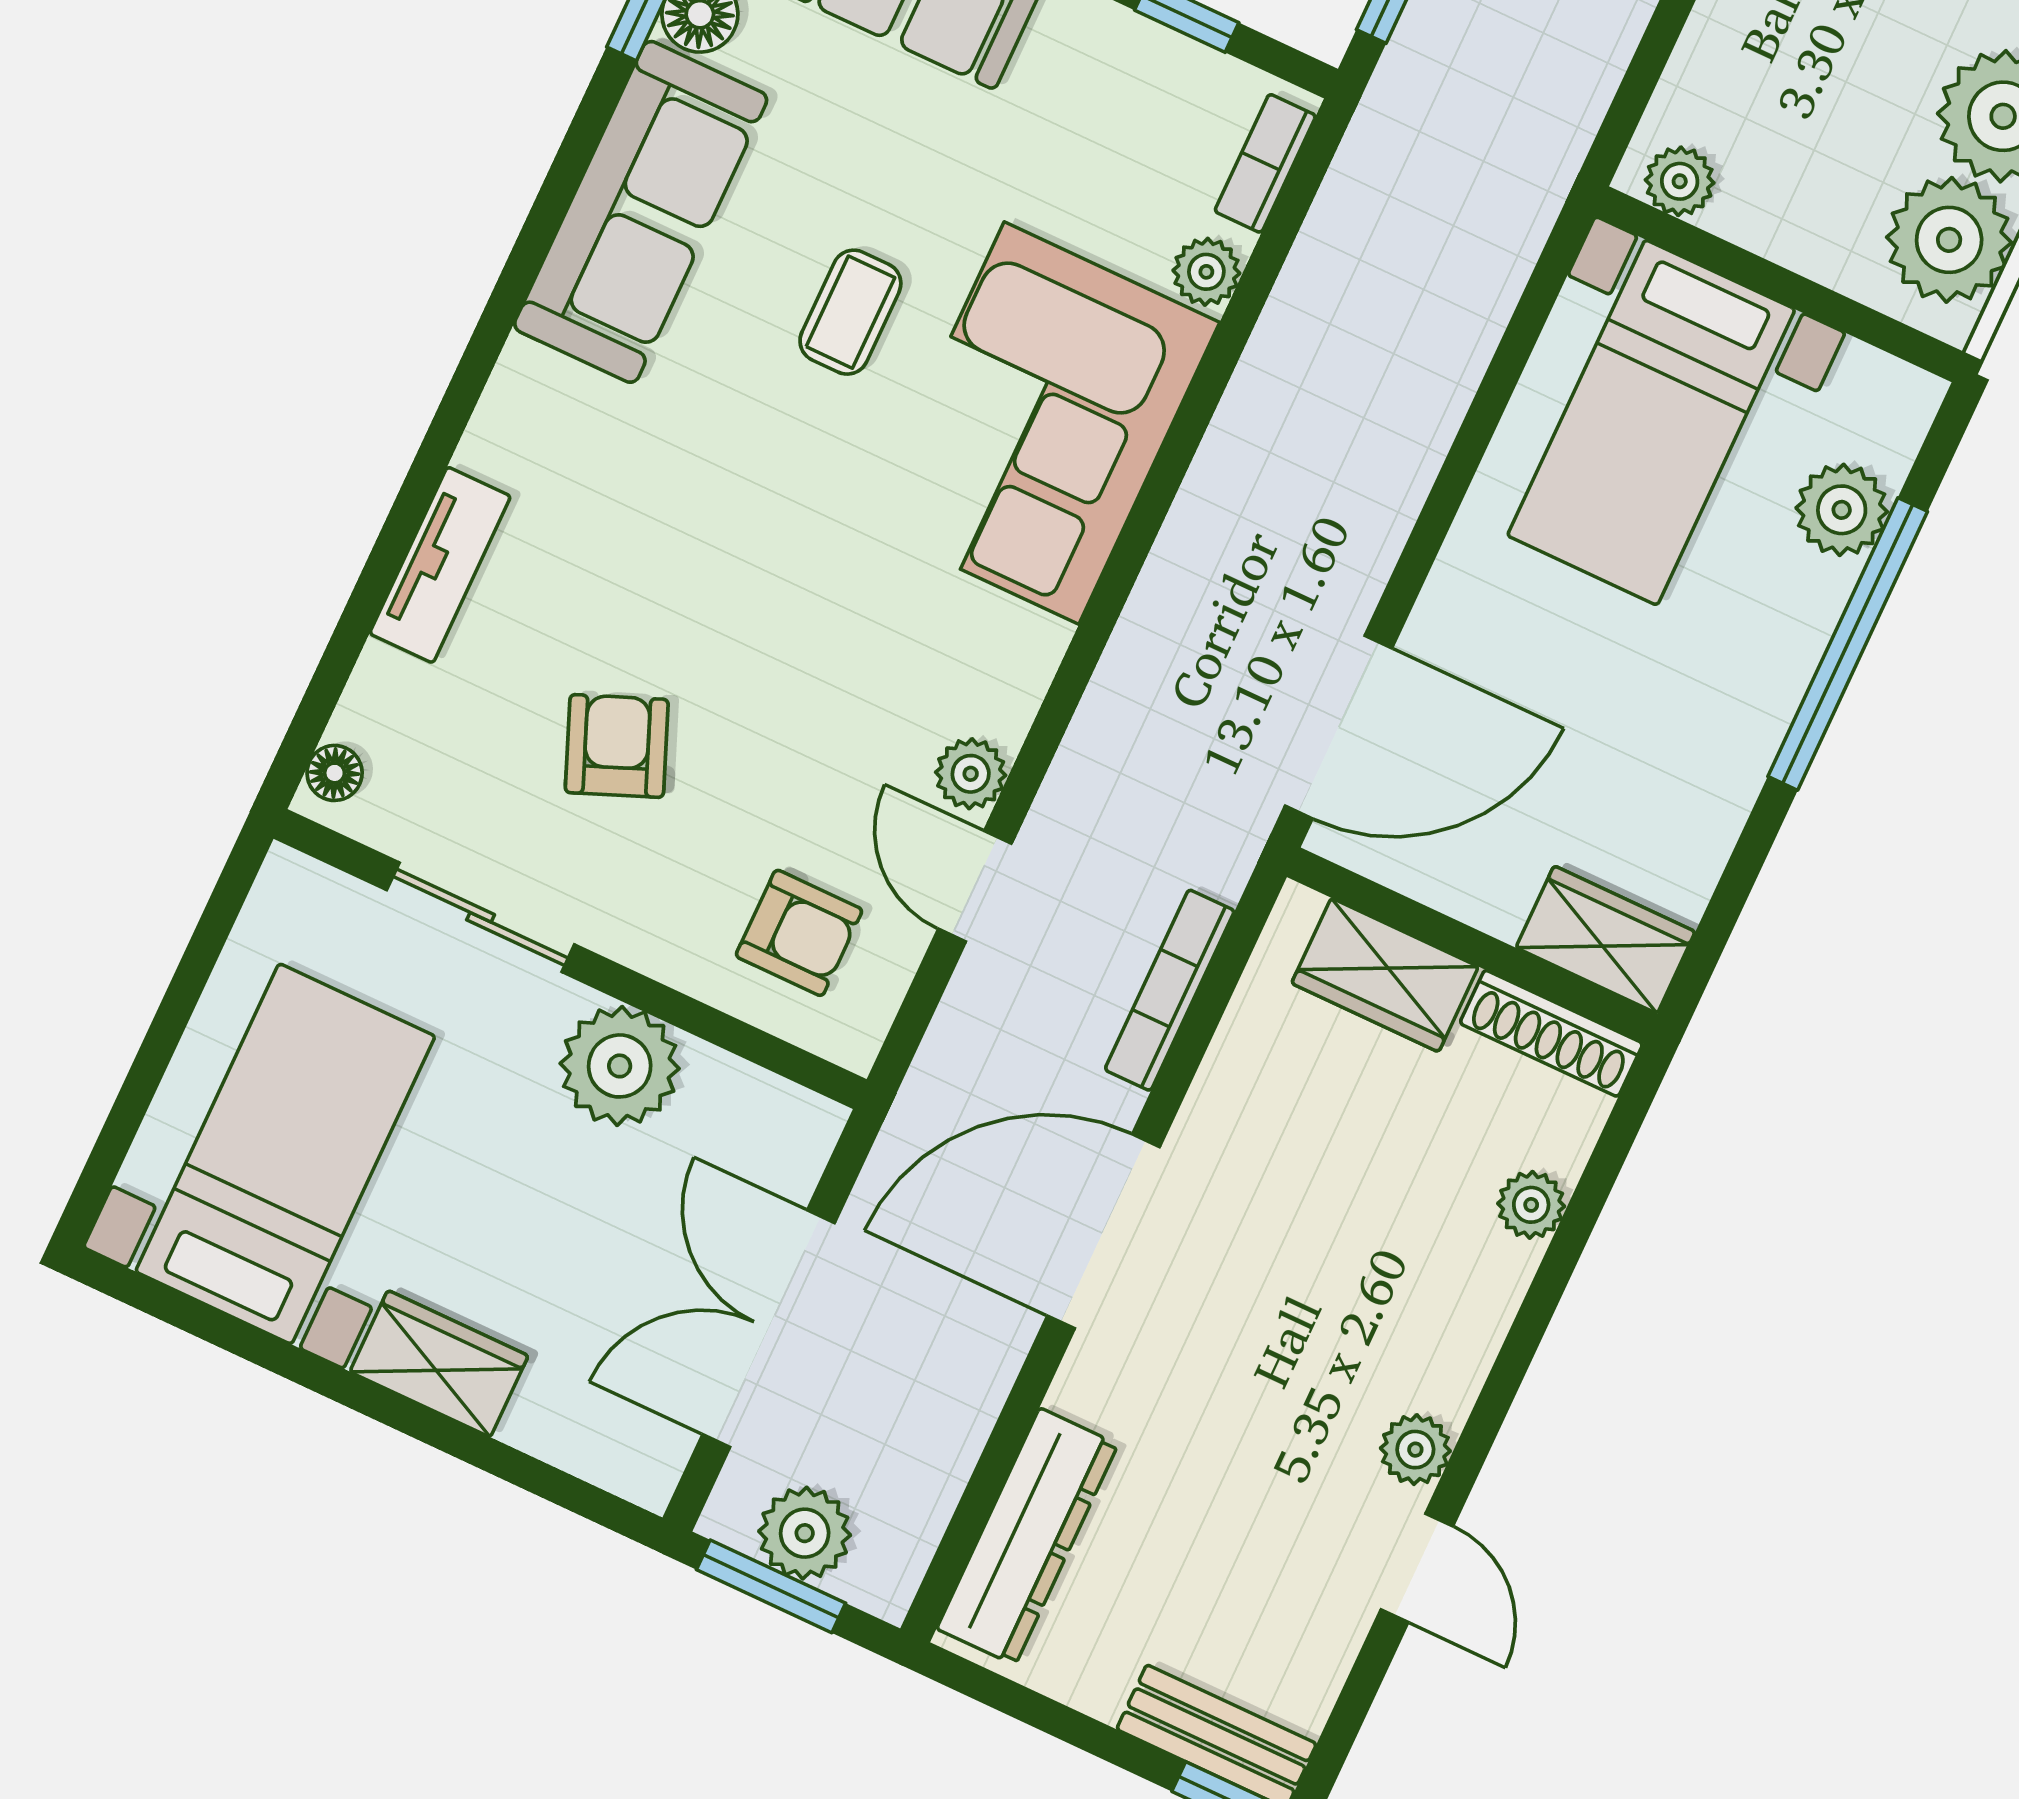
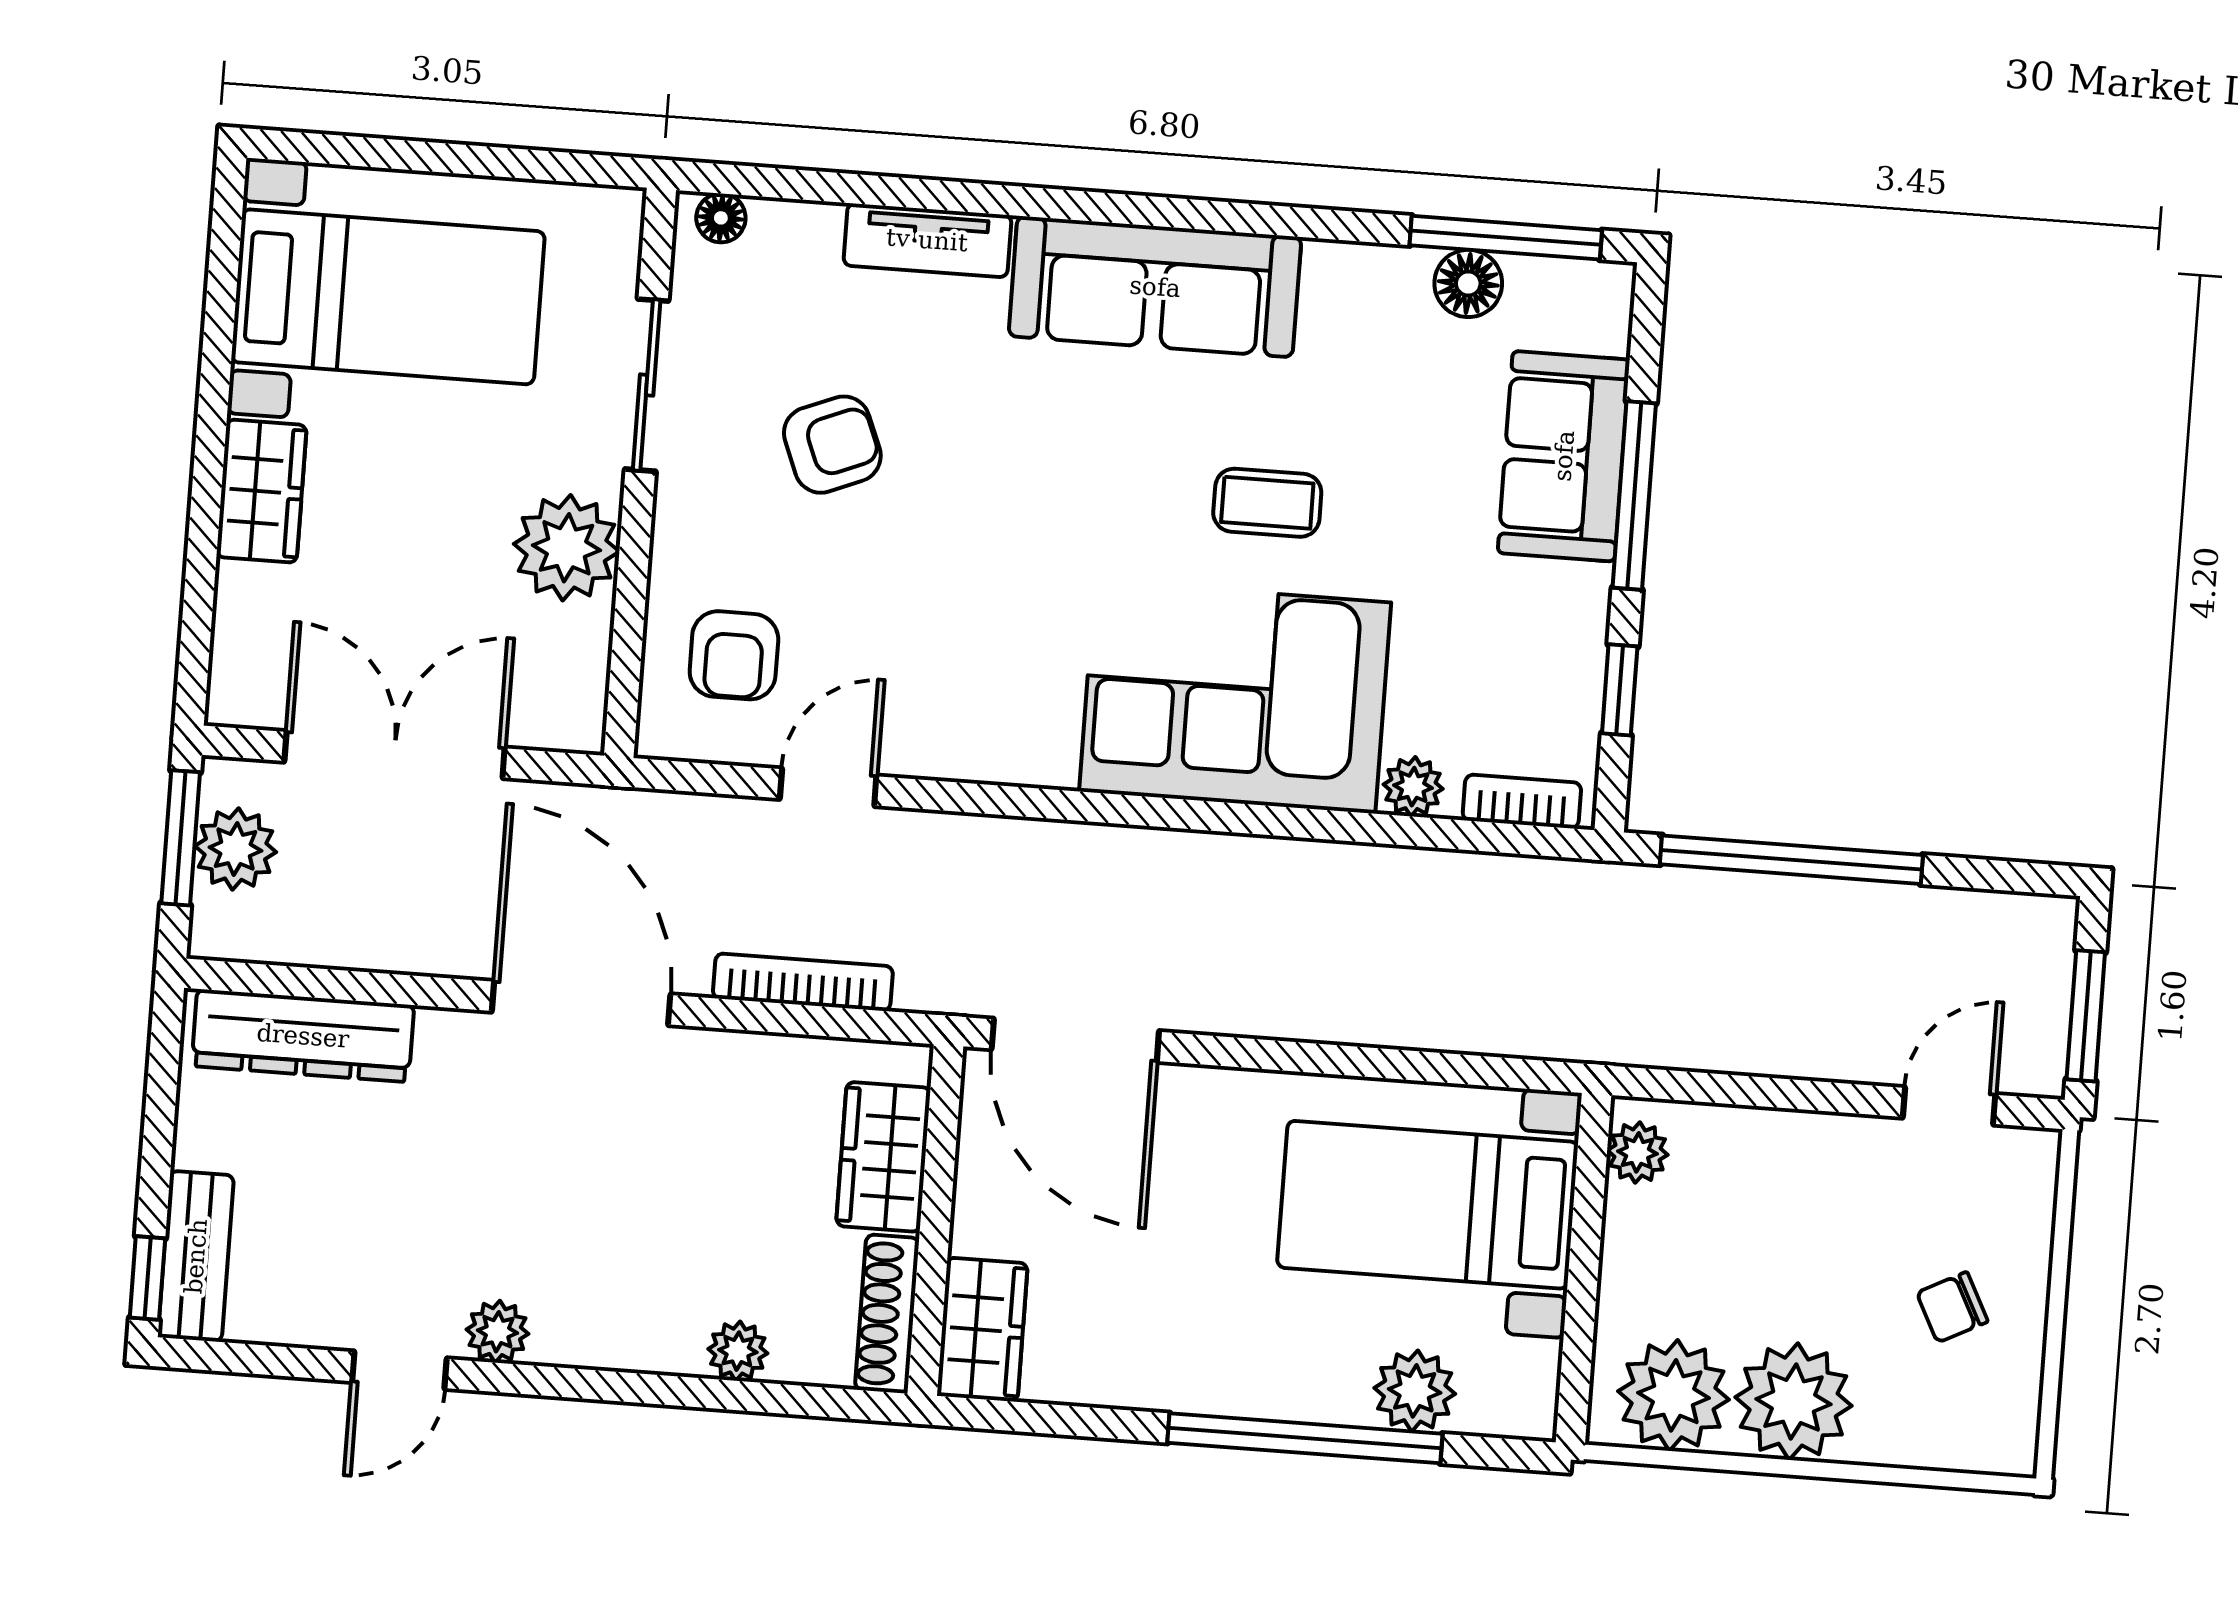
sofa: (641, 212) -> (1155, 287), moved
plant: (971, 774) -> (921, 748), removed

